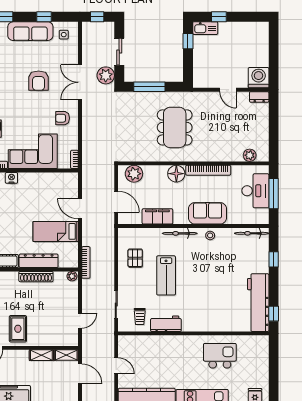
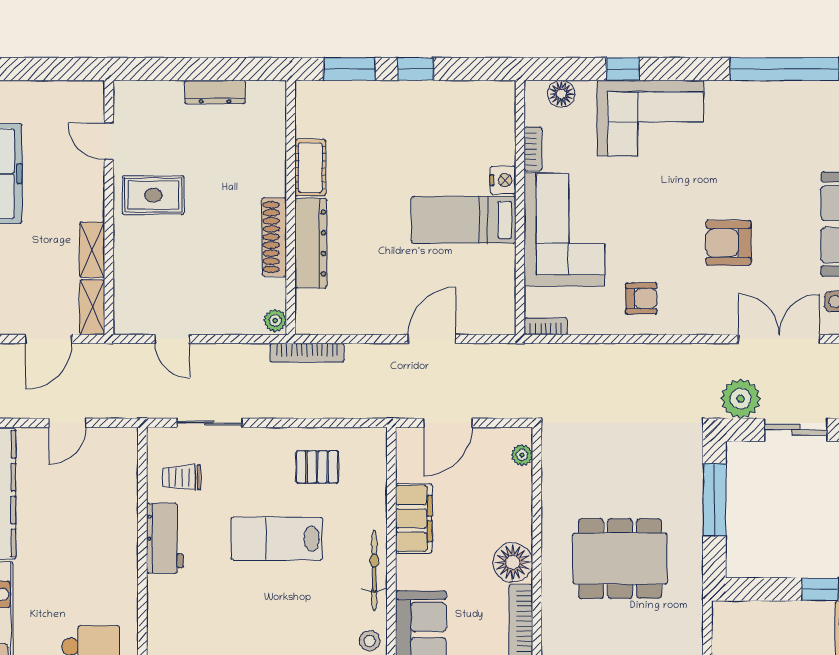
double door: (80, 82) -> (779, 339), moved
armchair: (63, 118) -> (641, 299), turned 90
plant: (134, 174) -> (522, 455), width x0.53, depth x0.53
bed: (56, 231) -> (464, 220), moved, turned -90

